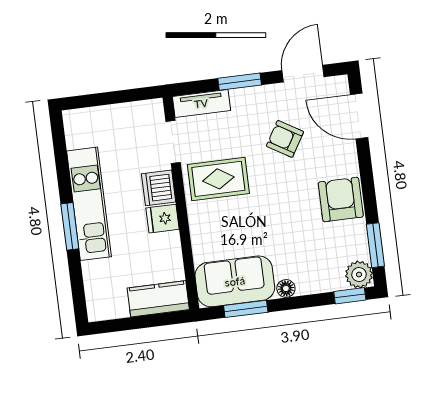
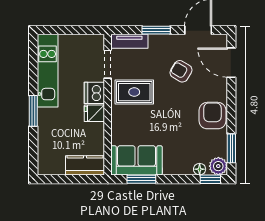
kitchen unit: (89, 204) -> (48, 71), moved
floor lamp: (286, 288) -> (200, 169), moved

